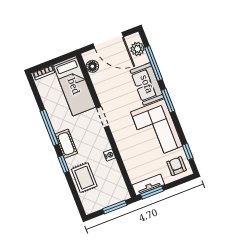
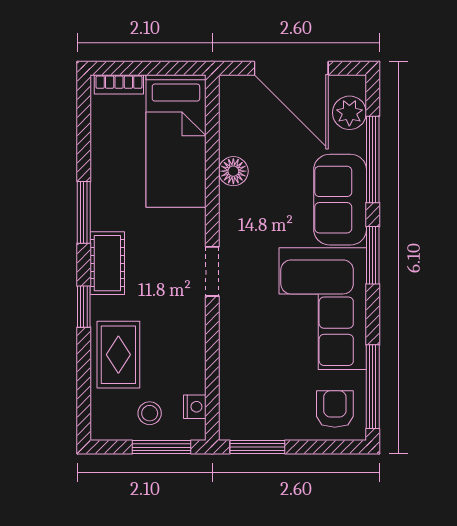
floor lamp: (92, 66) -> (233, 171), moved
doorway: (103, 117) -> (212, 271), moved
window: (49, 128) -> (84, 212), width x0.69
window: (188, 152) -> (373, 387), width x2.17
nightstand: (110, 155) -> (195, 407), moved
tv unit: (148, 185) -> (256, 427), removed
stool: (105, 196) -> (150, 413), added

